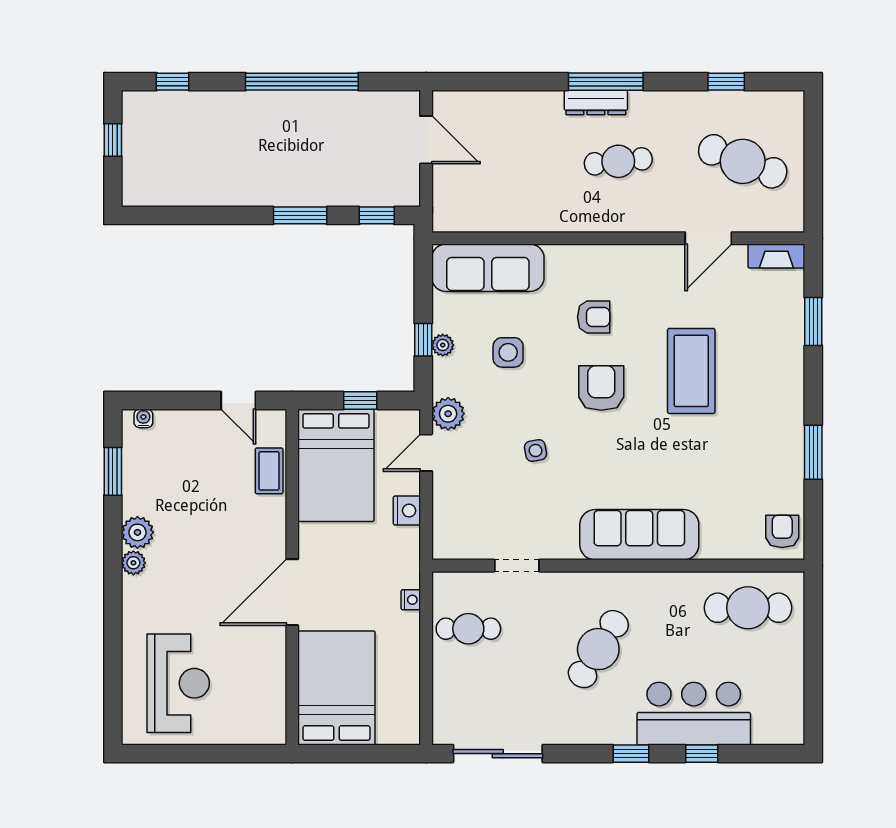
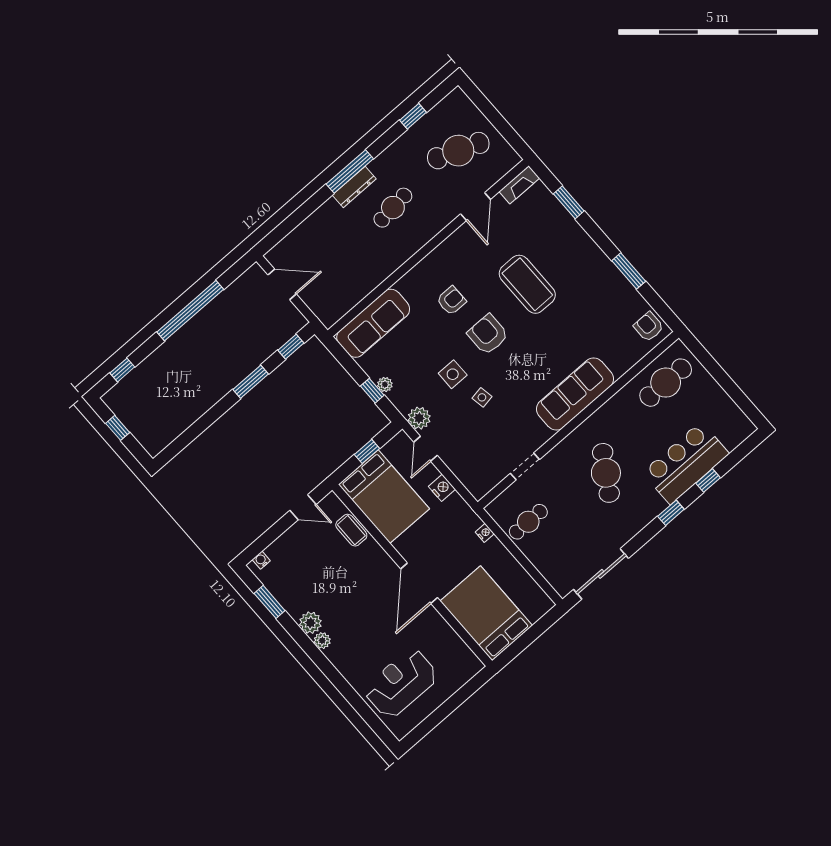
side table: (508, 352) -> (453, 374), moved
reception desk: (178, 683) -> (401, 683), turned -90

